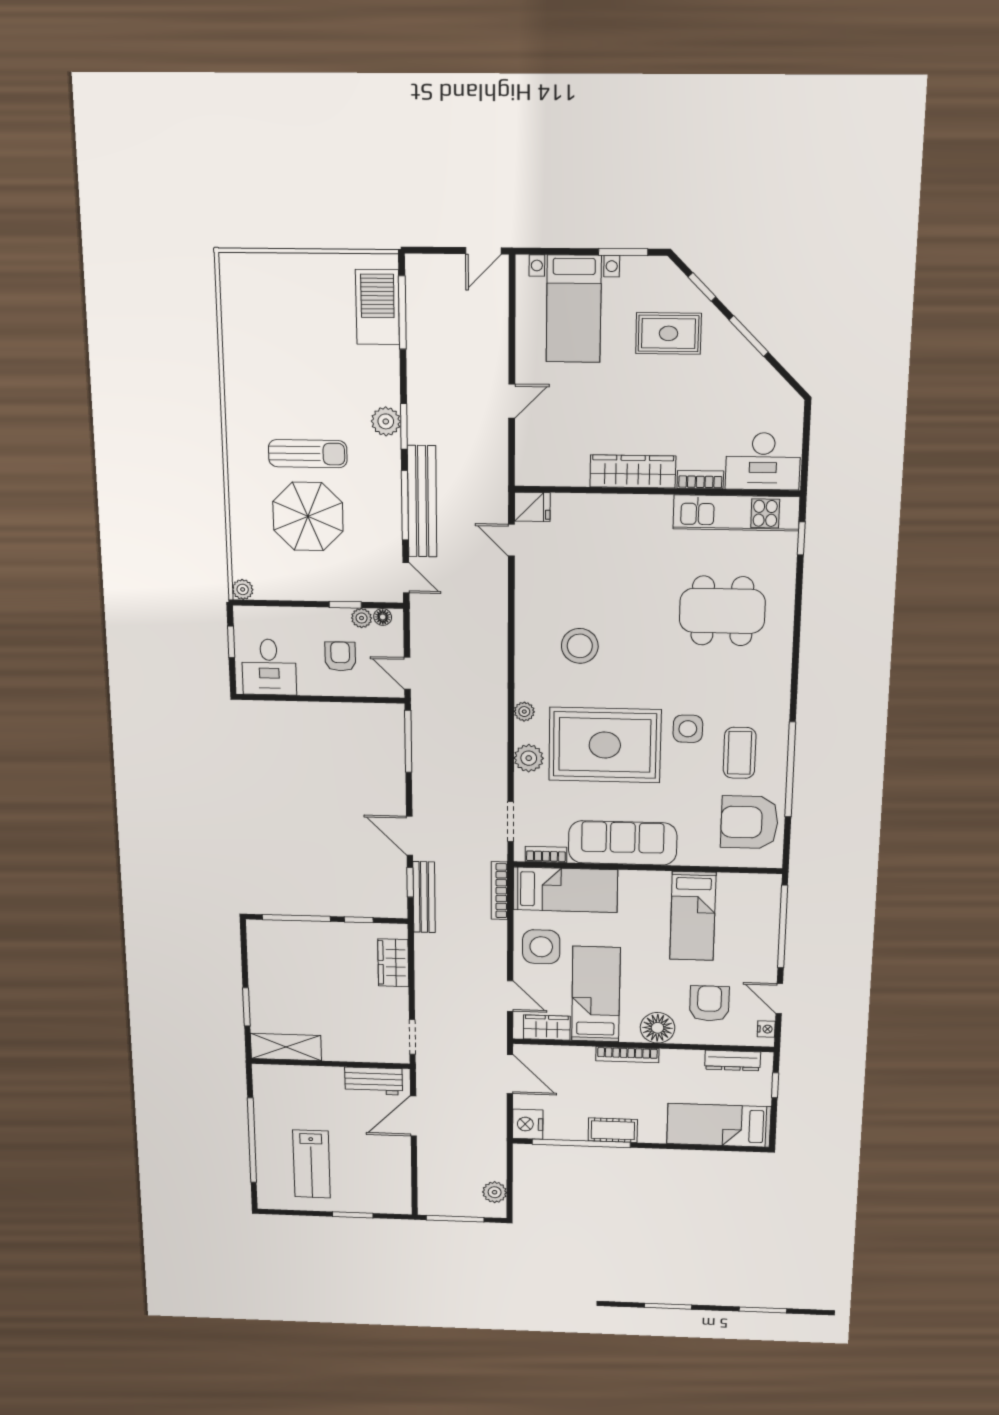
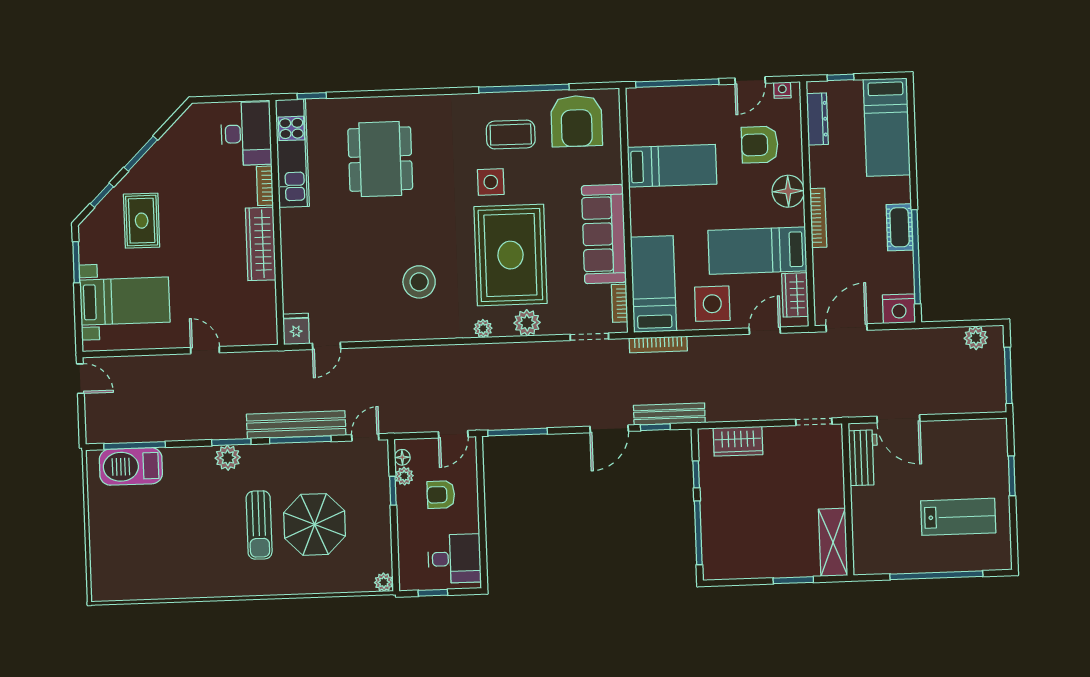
sun lounger: (308, 454) -> (259, 525), turned 180

